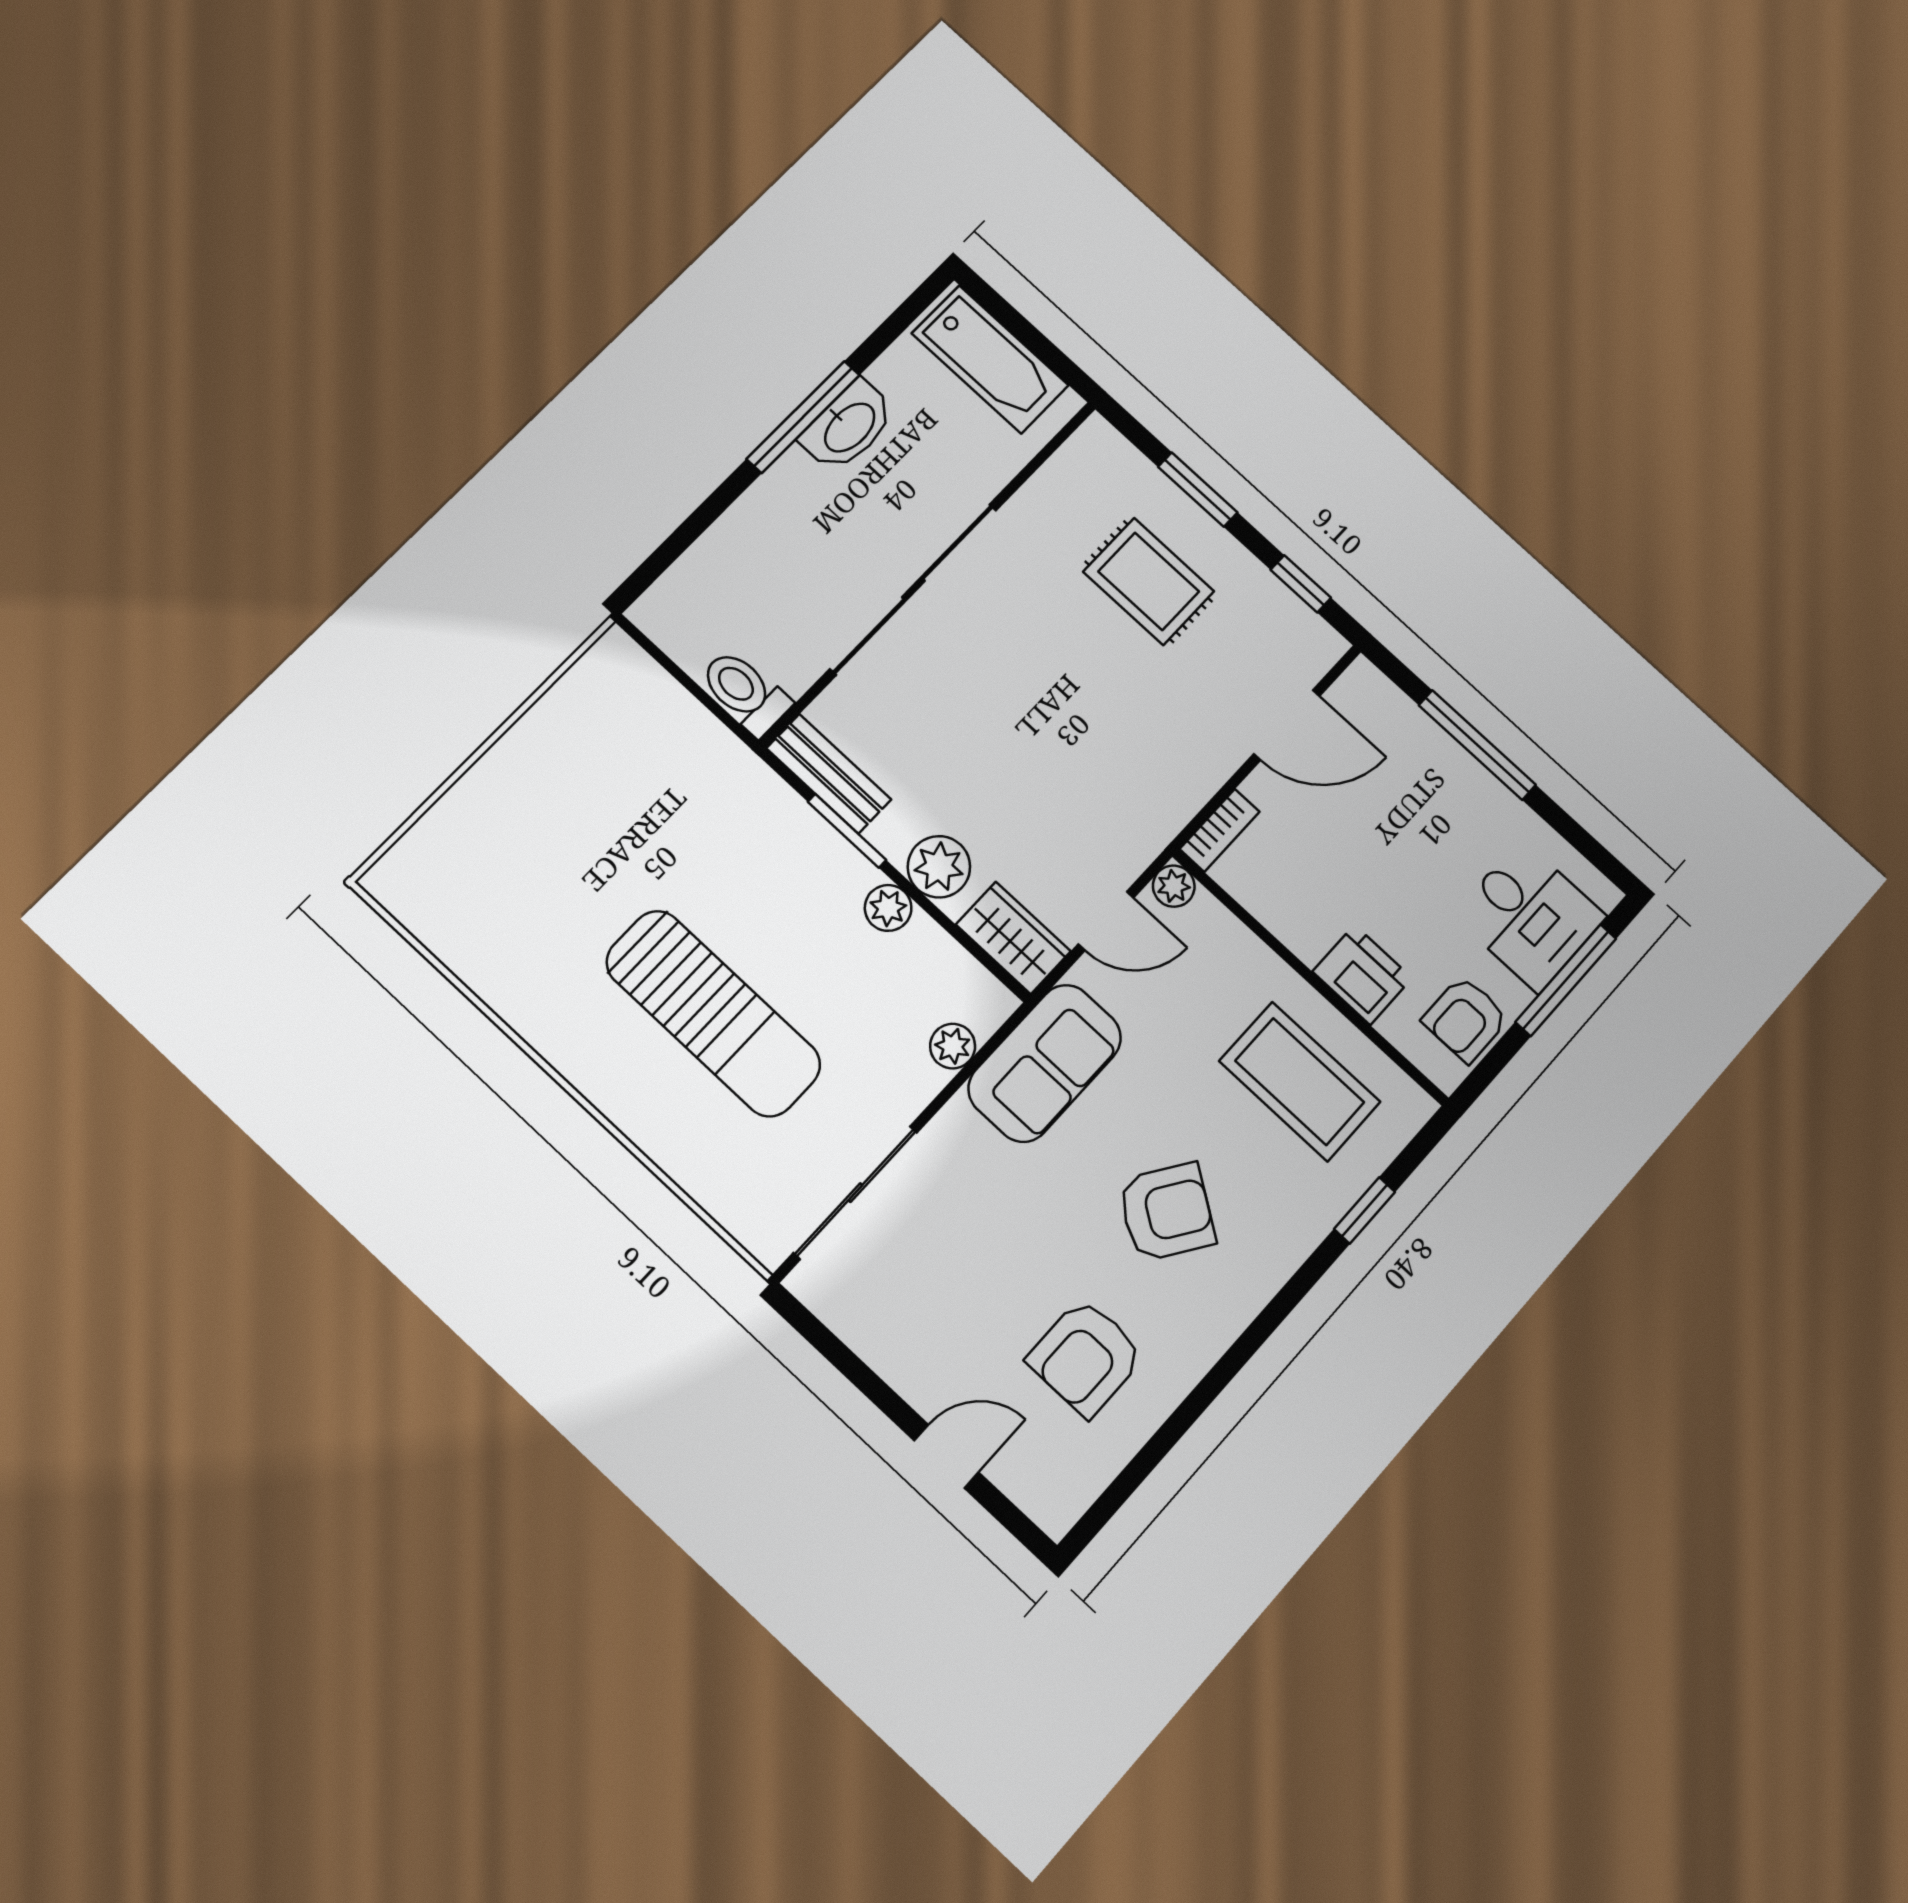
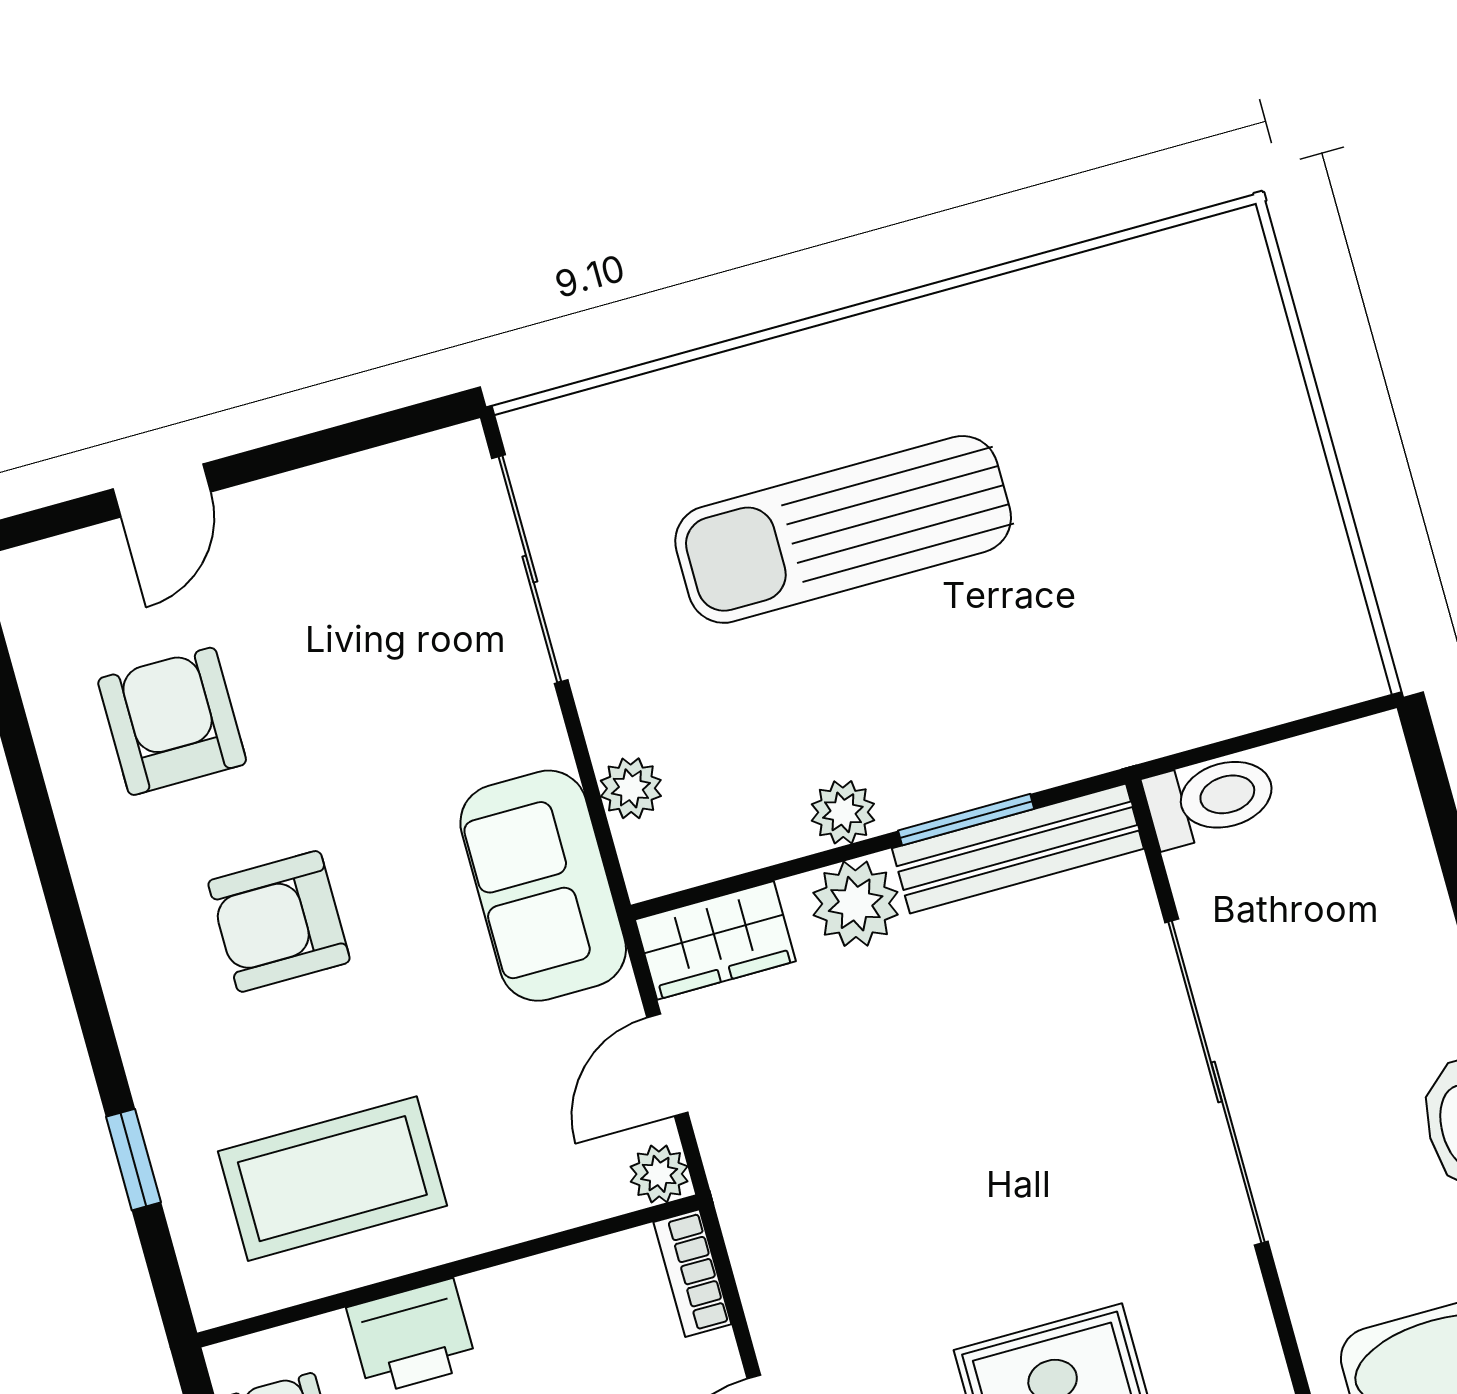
bench: (829, 774) -> (1018, 848), width x1.36
armchair: (1167, 1212) -> (279, 921), turned 56

